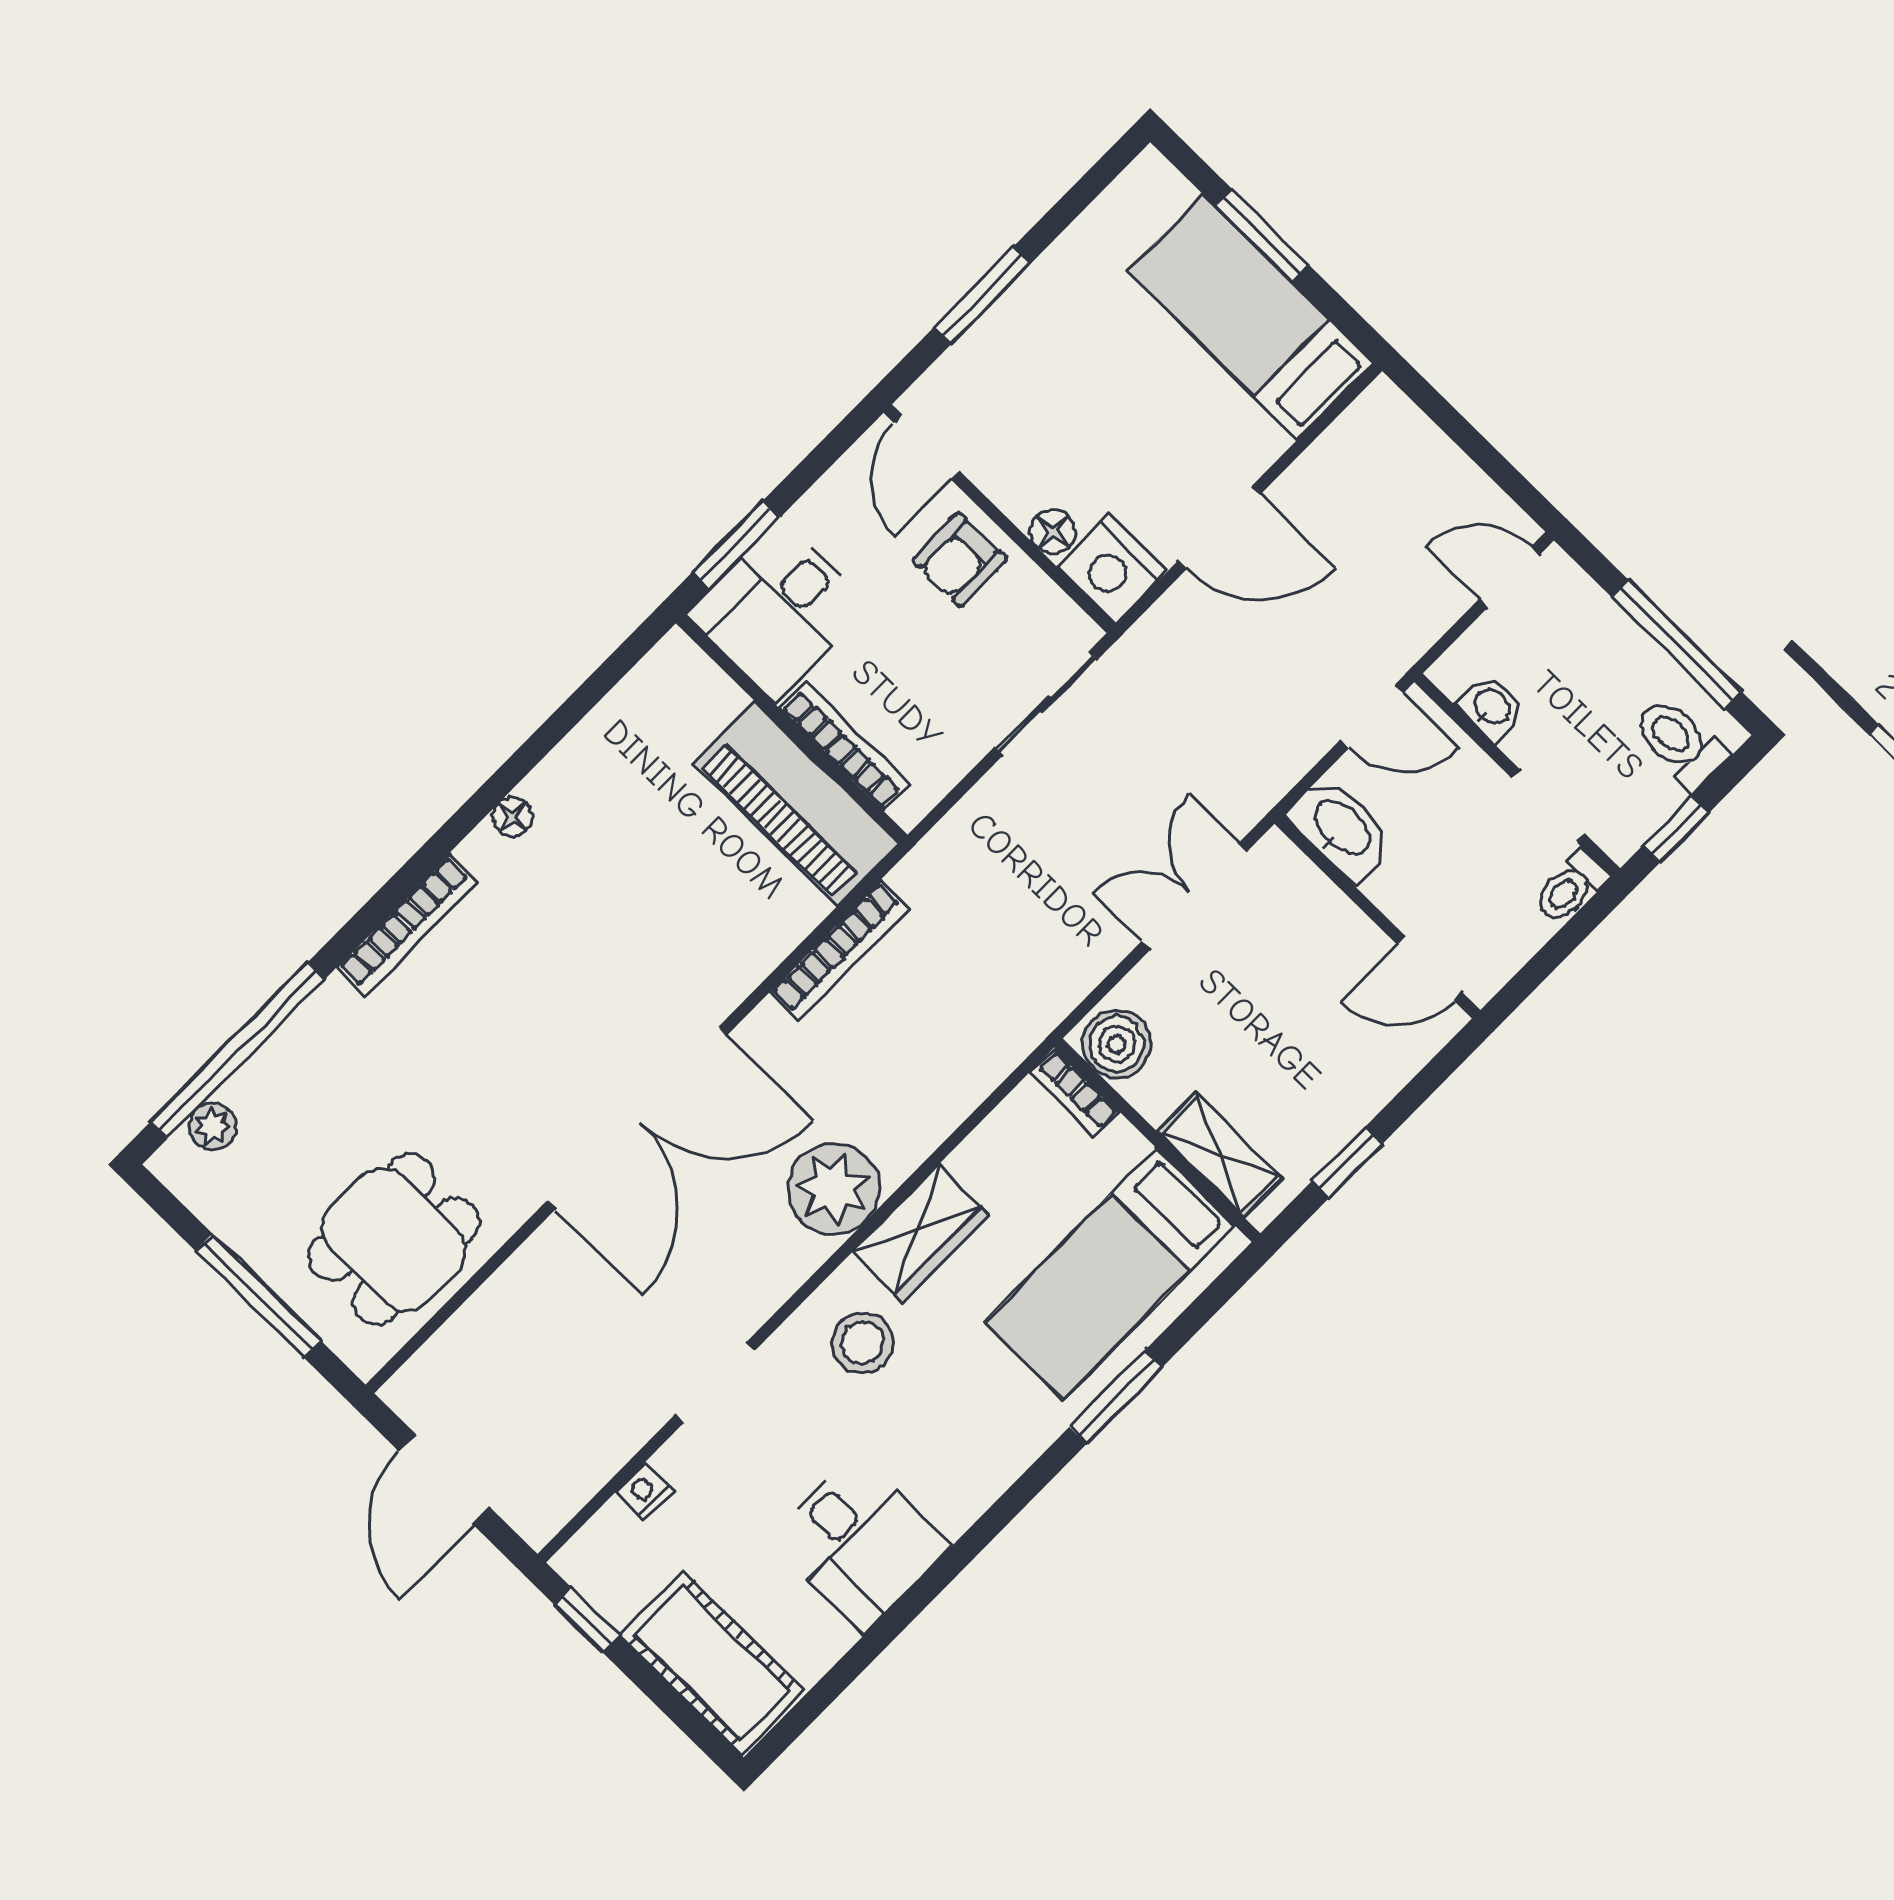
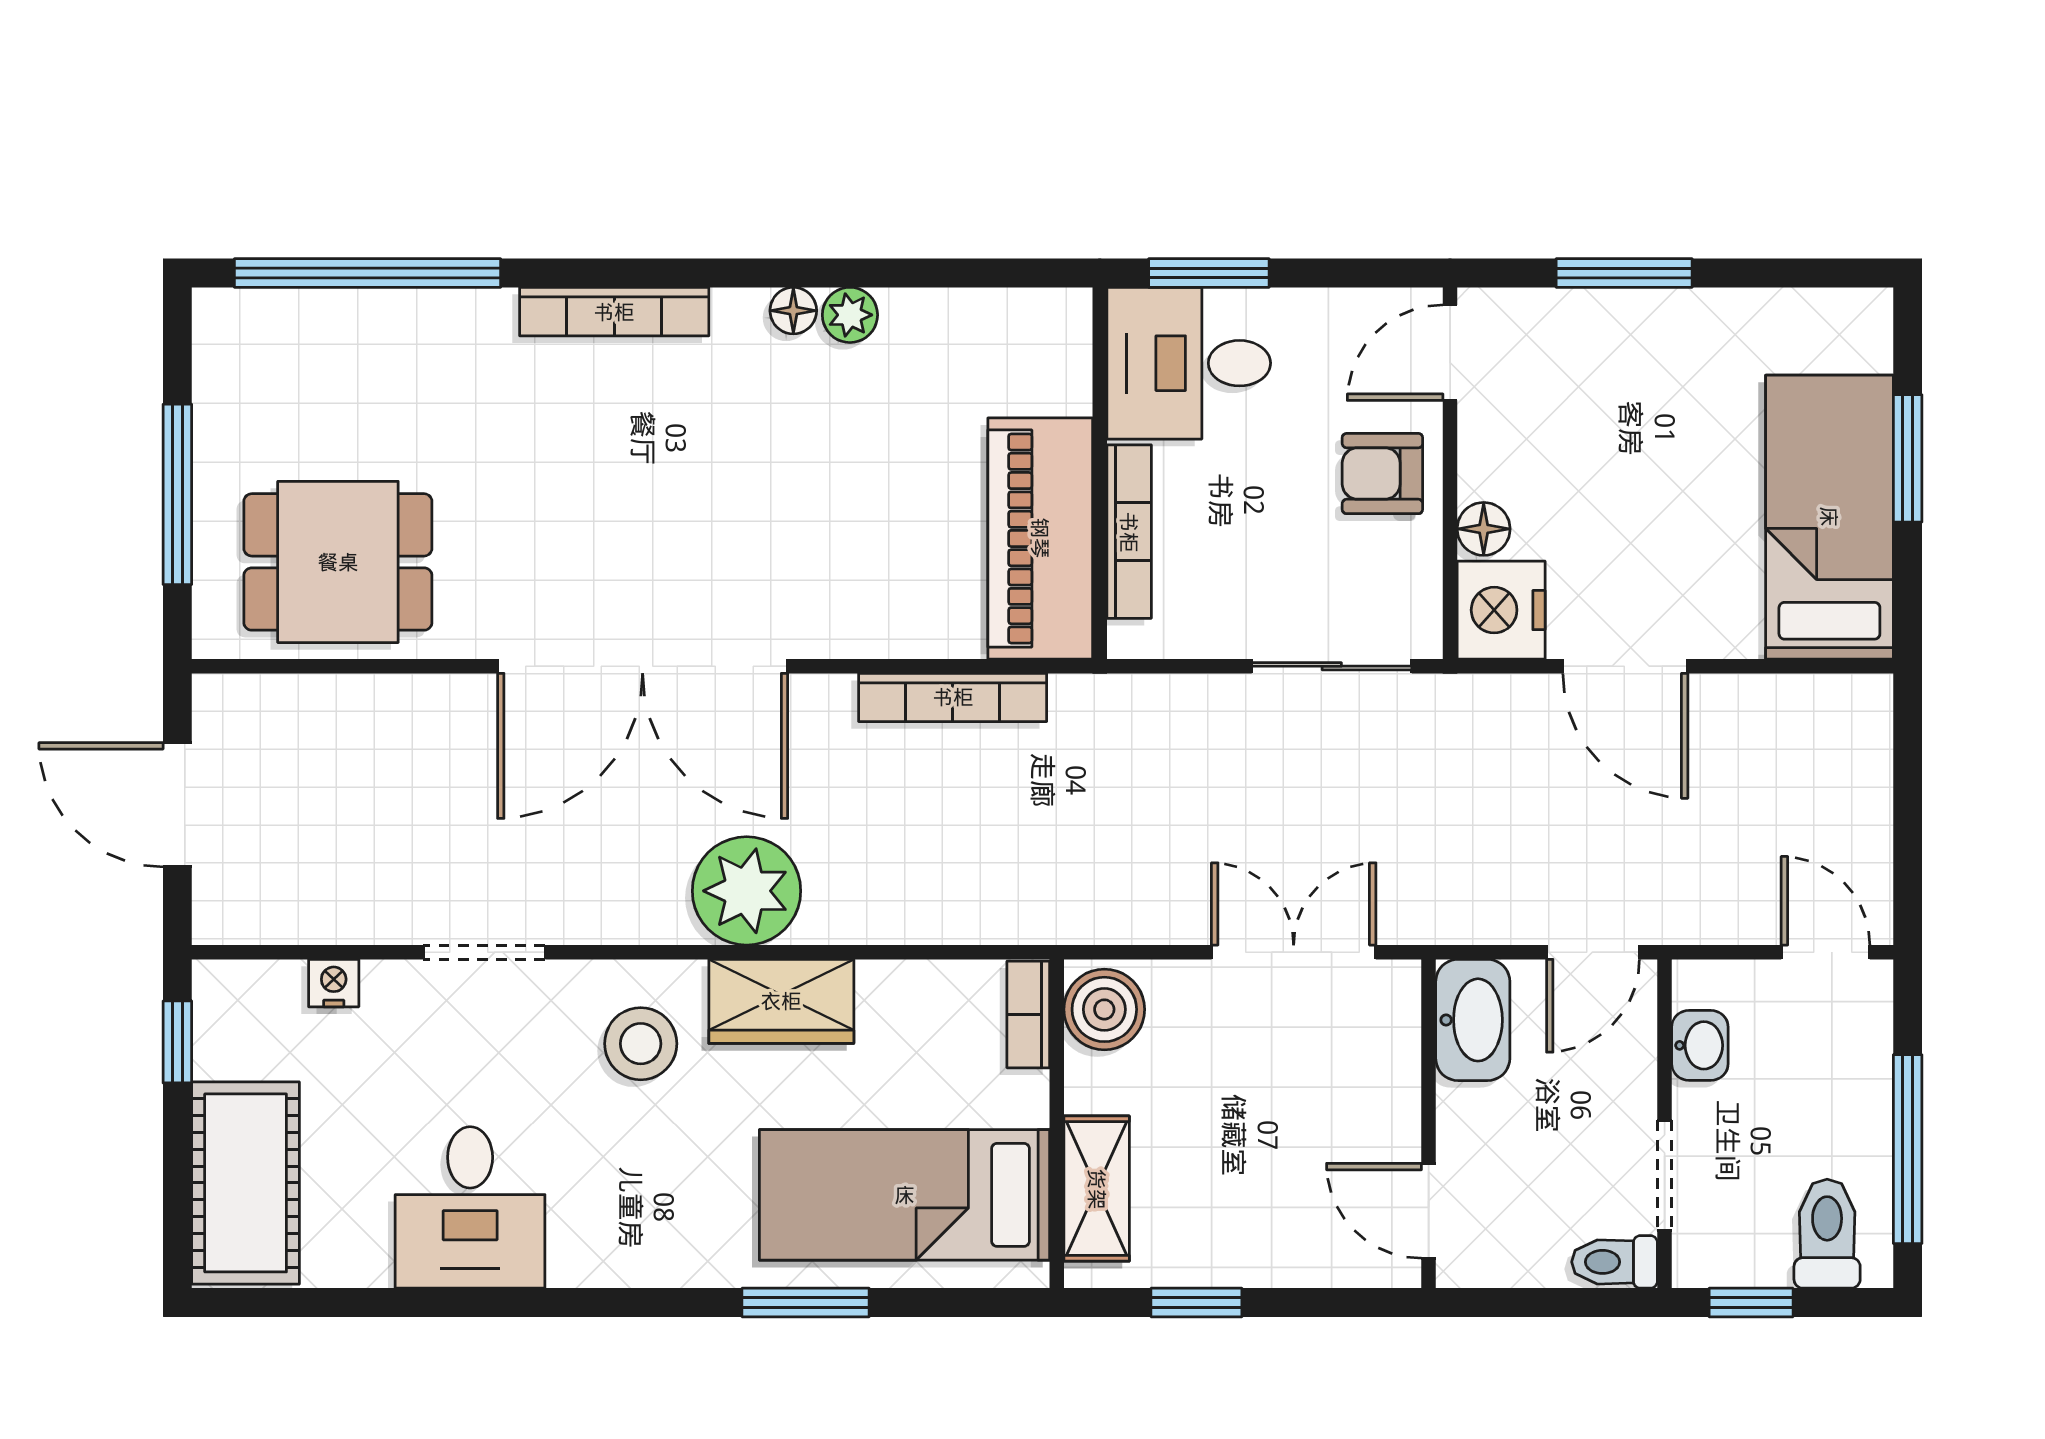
door: (1372, 717) -> (1593, 952), hinge flipped
plant: (212, 1126) -> (850, 315), moved
door: (445, 1480) -> (177, 805), hinge flipped

